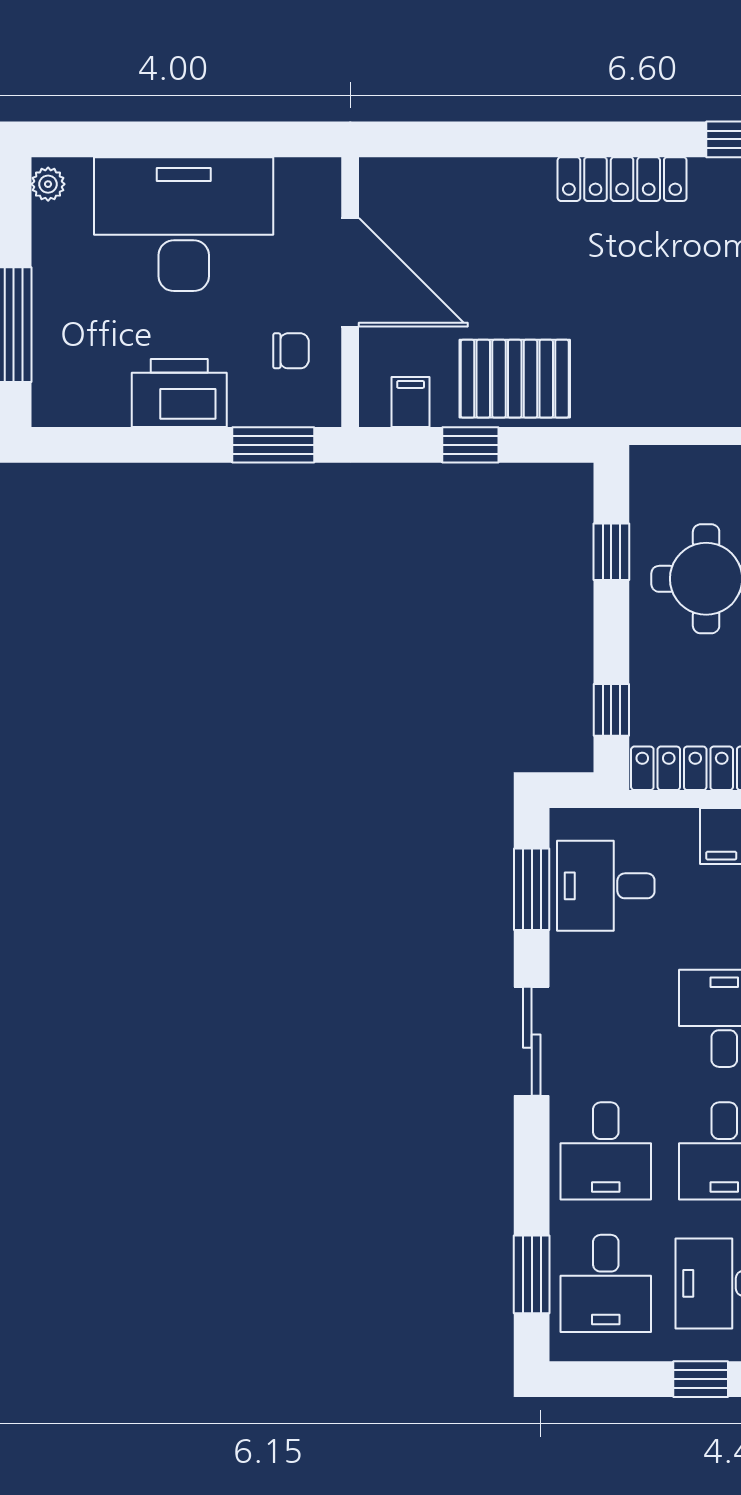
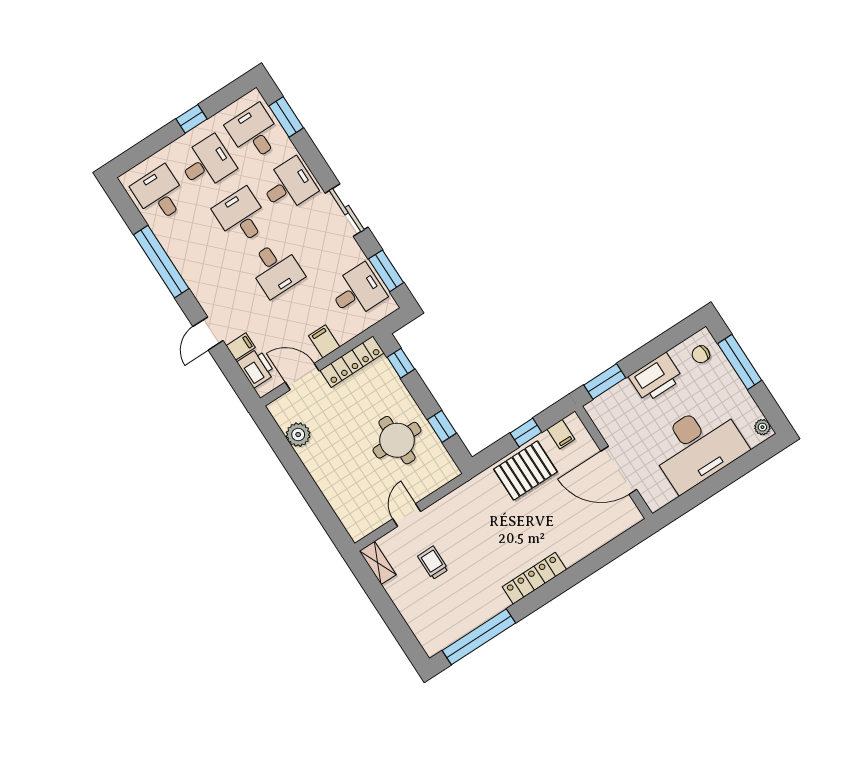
chair: (291, 351) -> (701, 354), moved
desk: (606, 1151) -> (289, 185), turned 90

